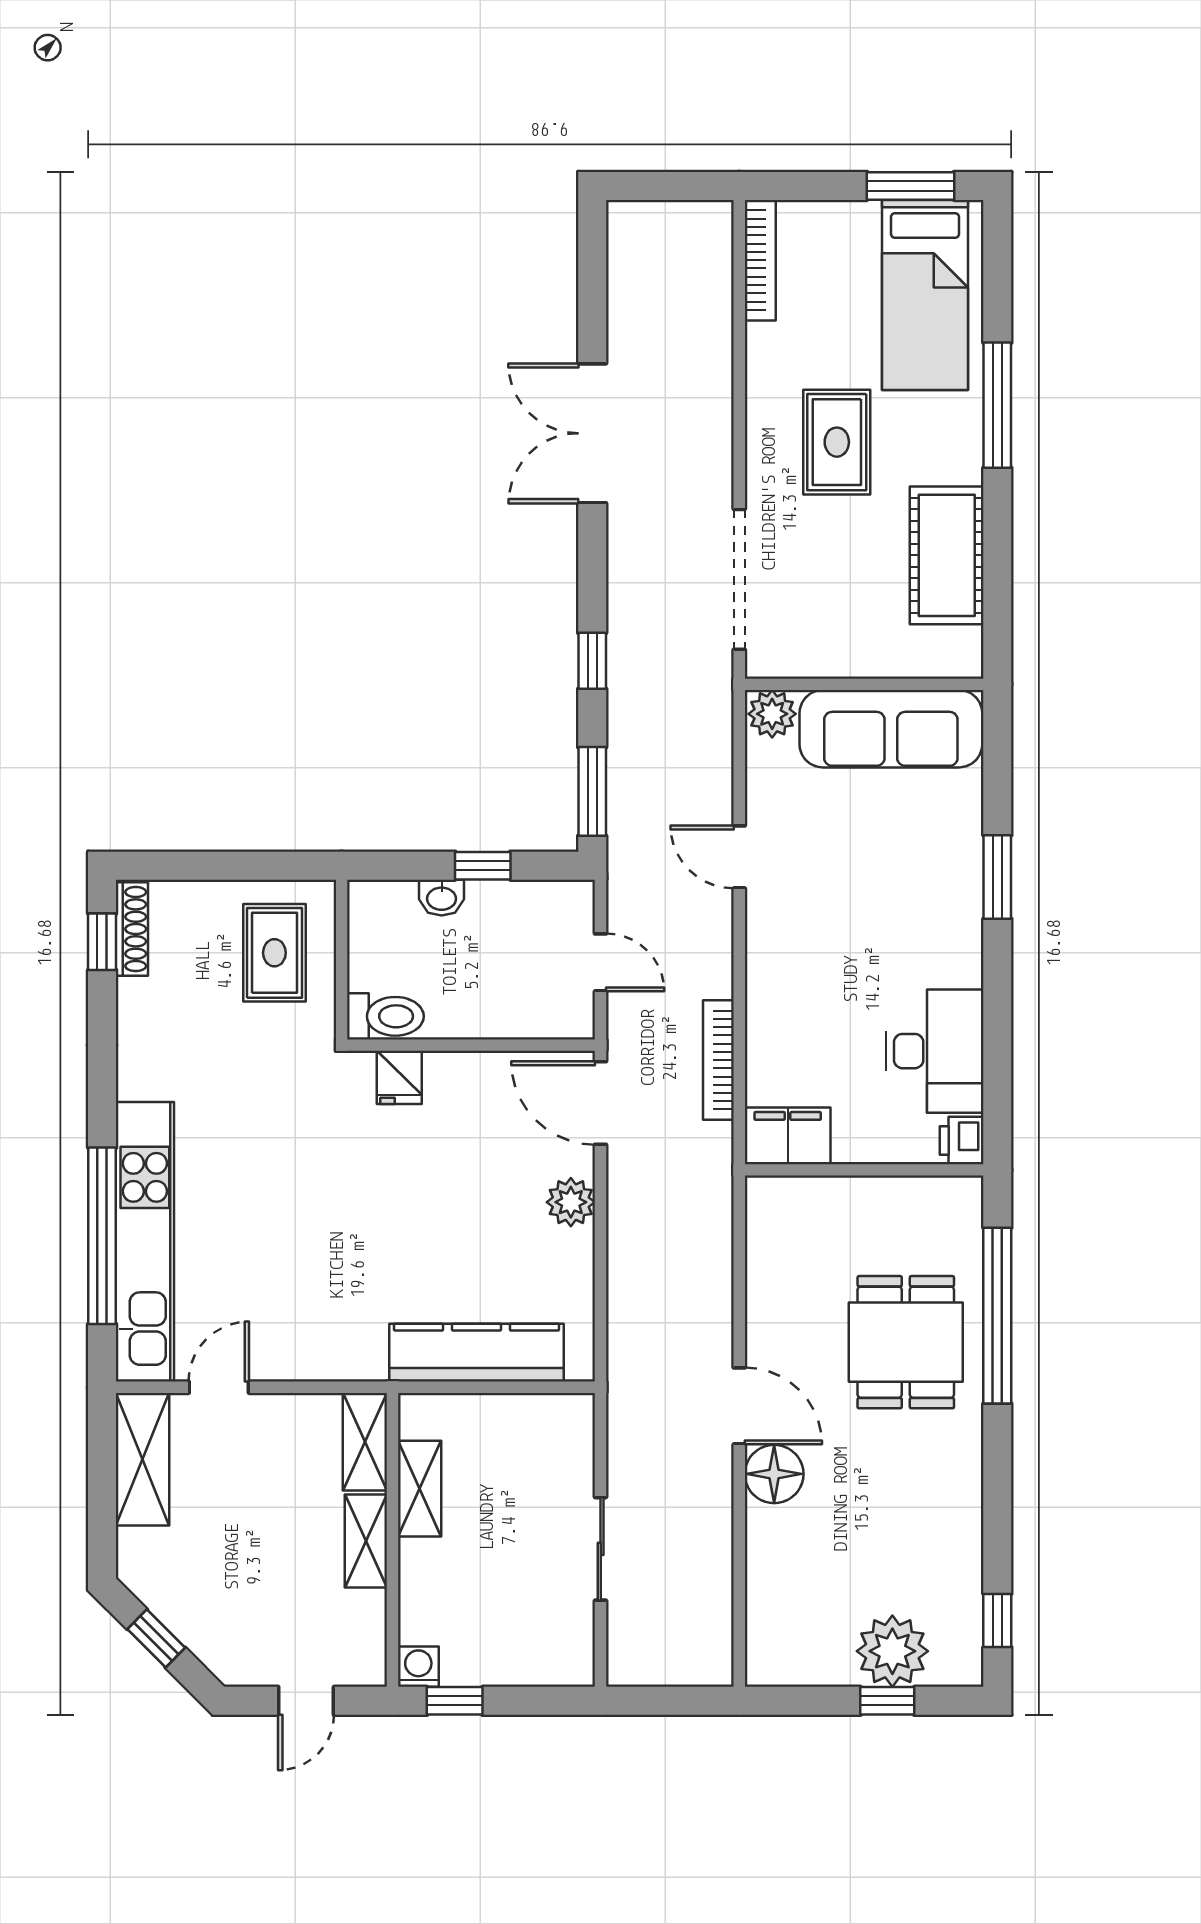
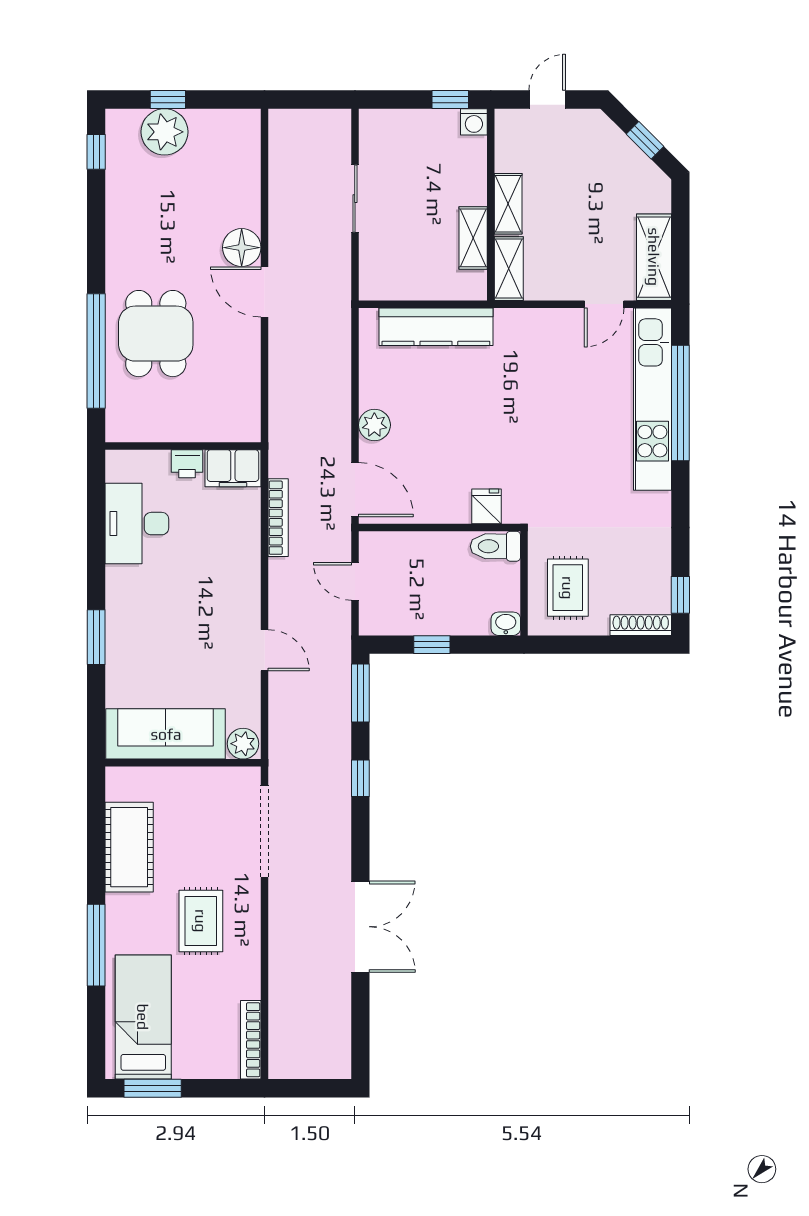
washbasin: (442, 898) -> (506, 624), moved
shoe rack: (132, 929) -> (641, 625), moved, turned 90
printer: (962, 1140) -> (187, 464), moved, turned 90

